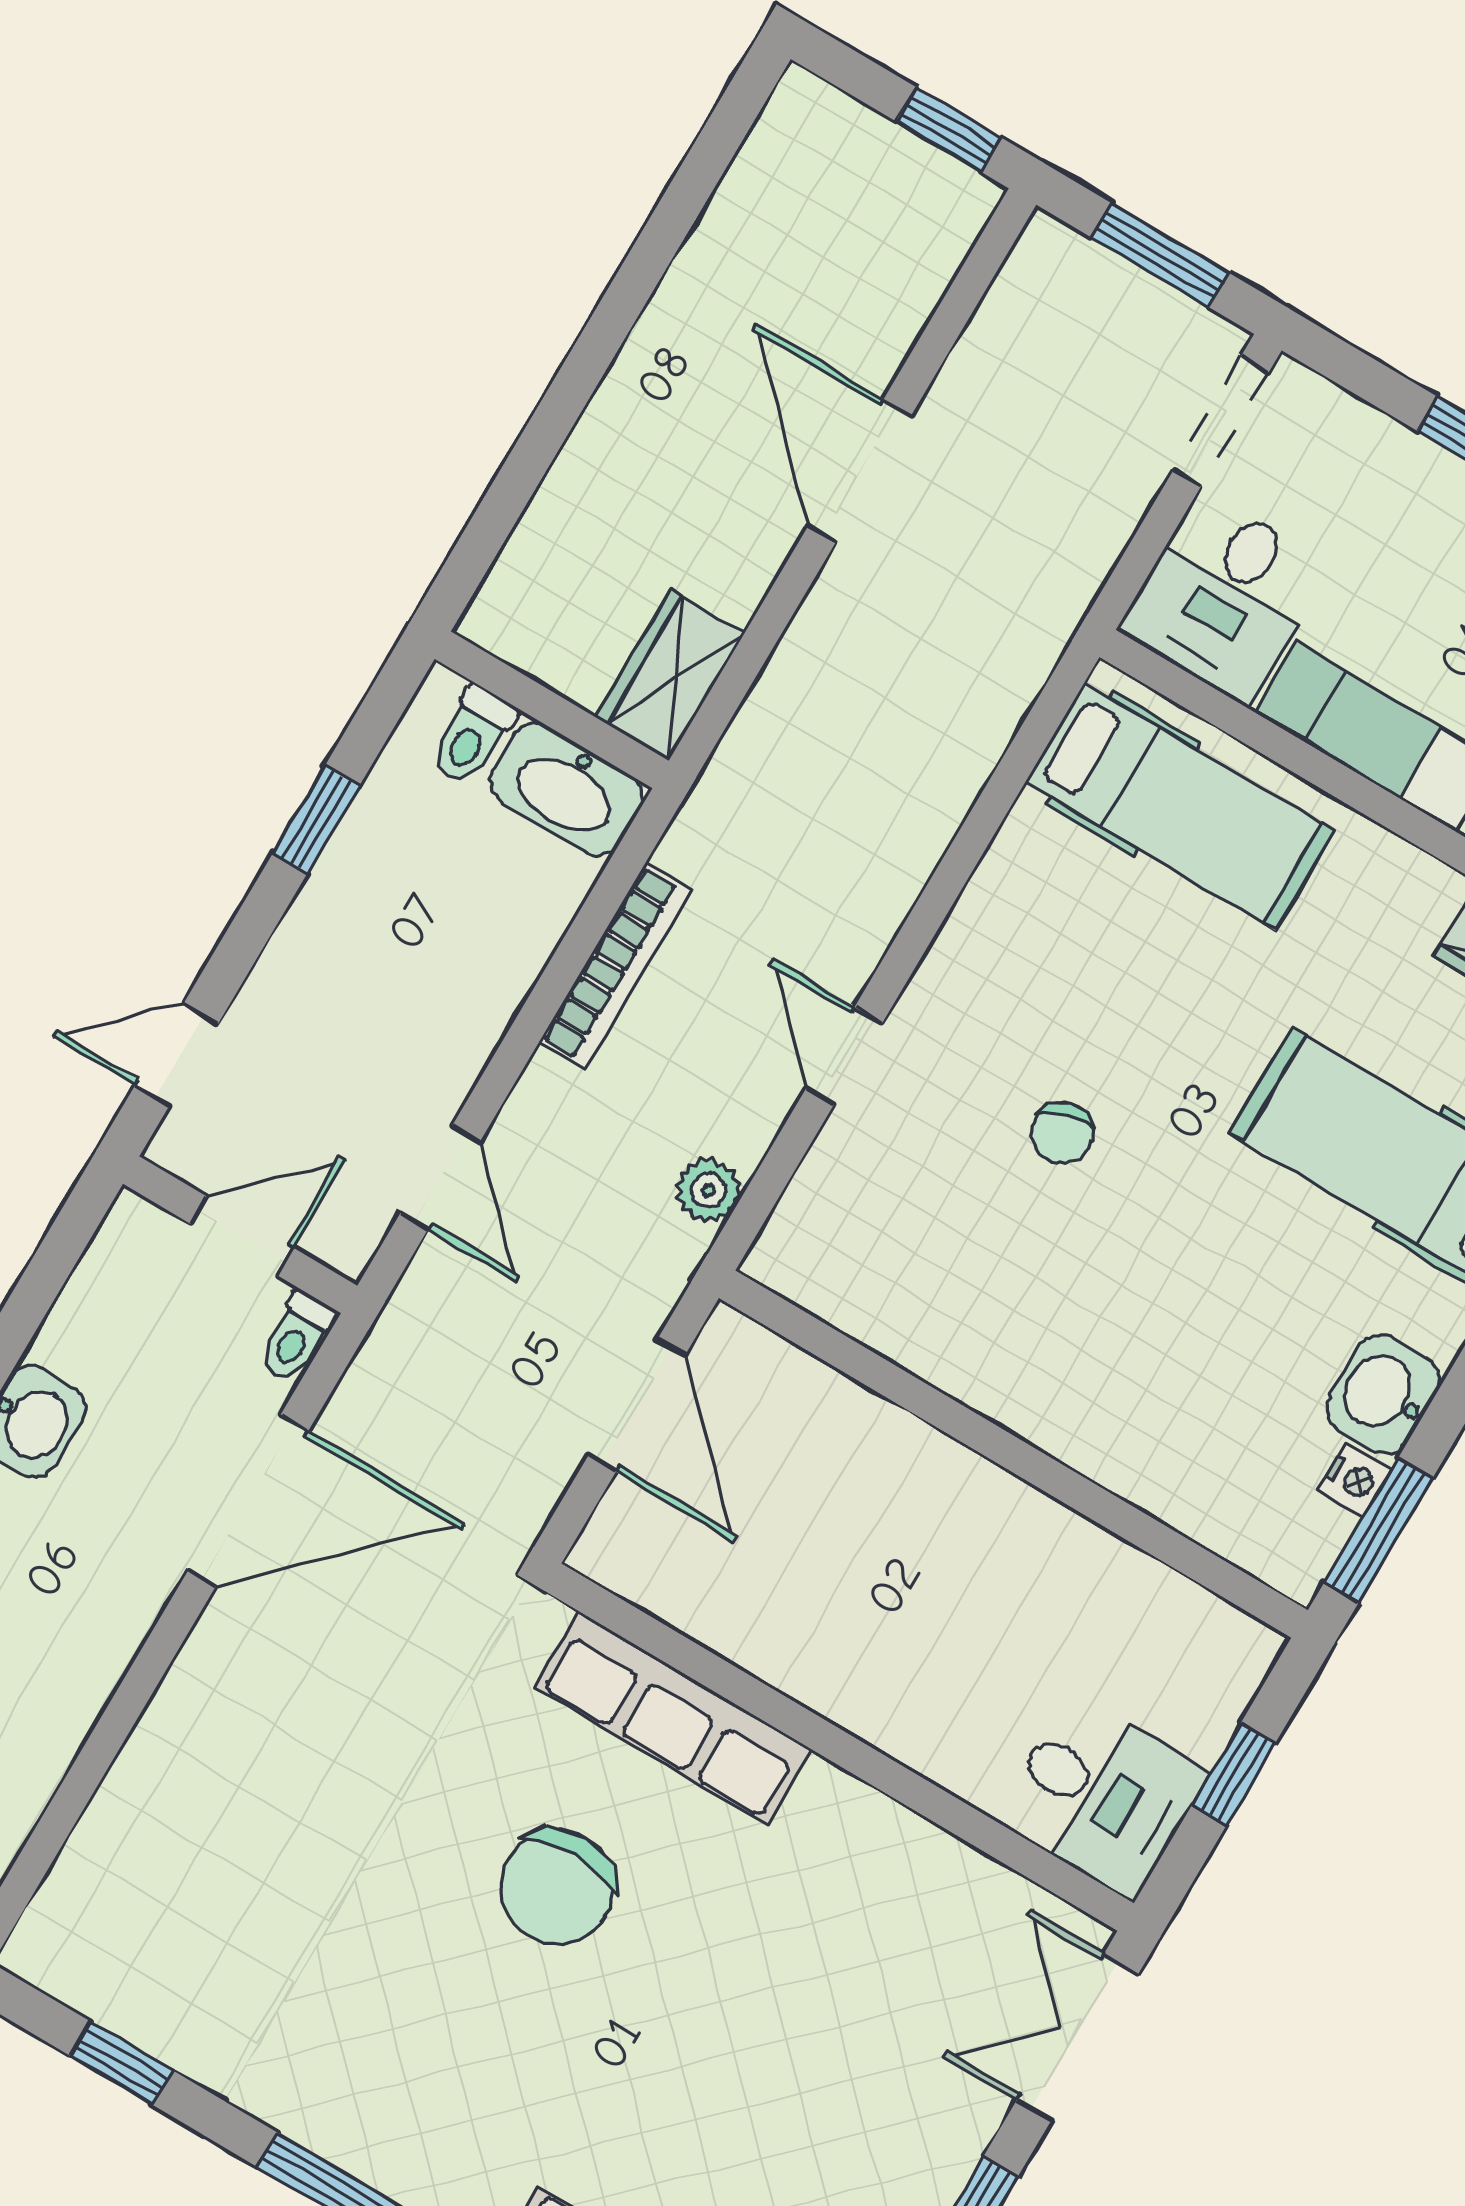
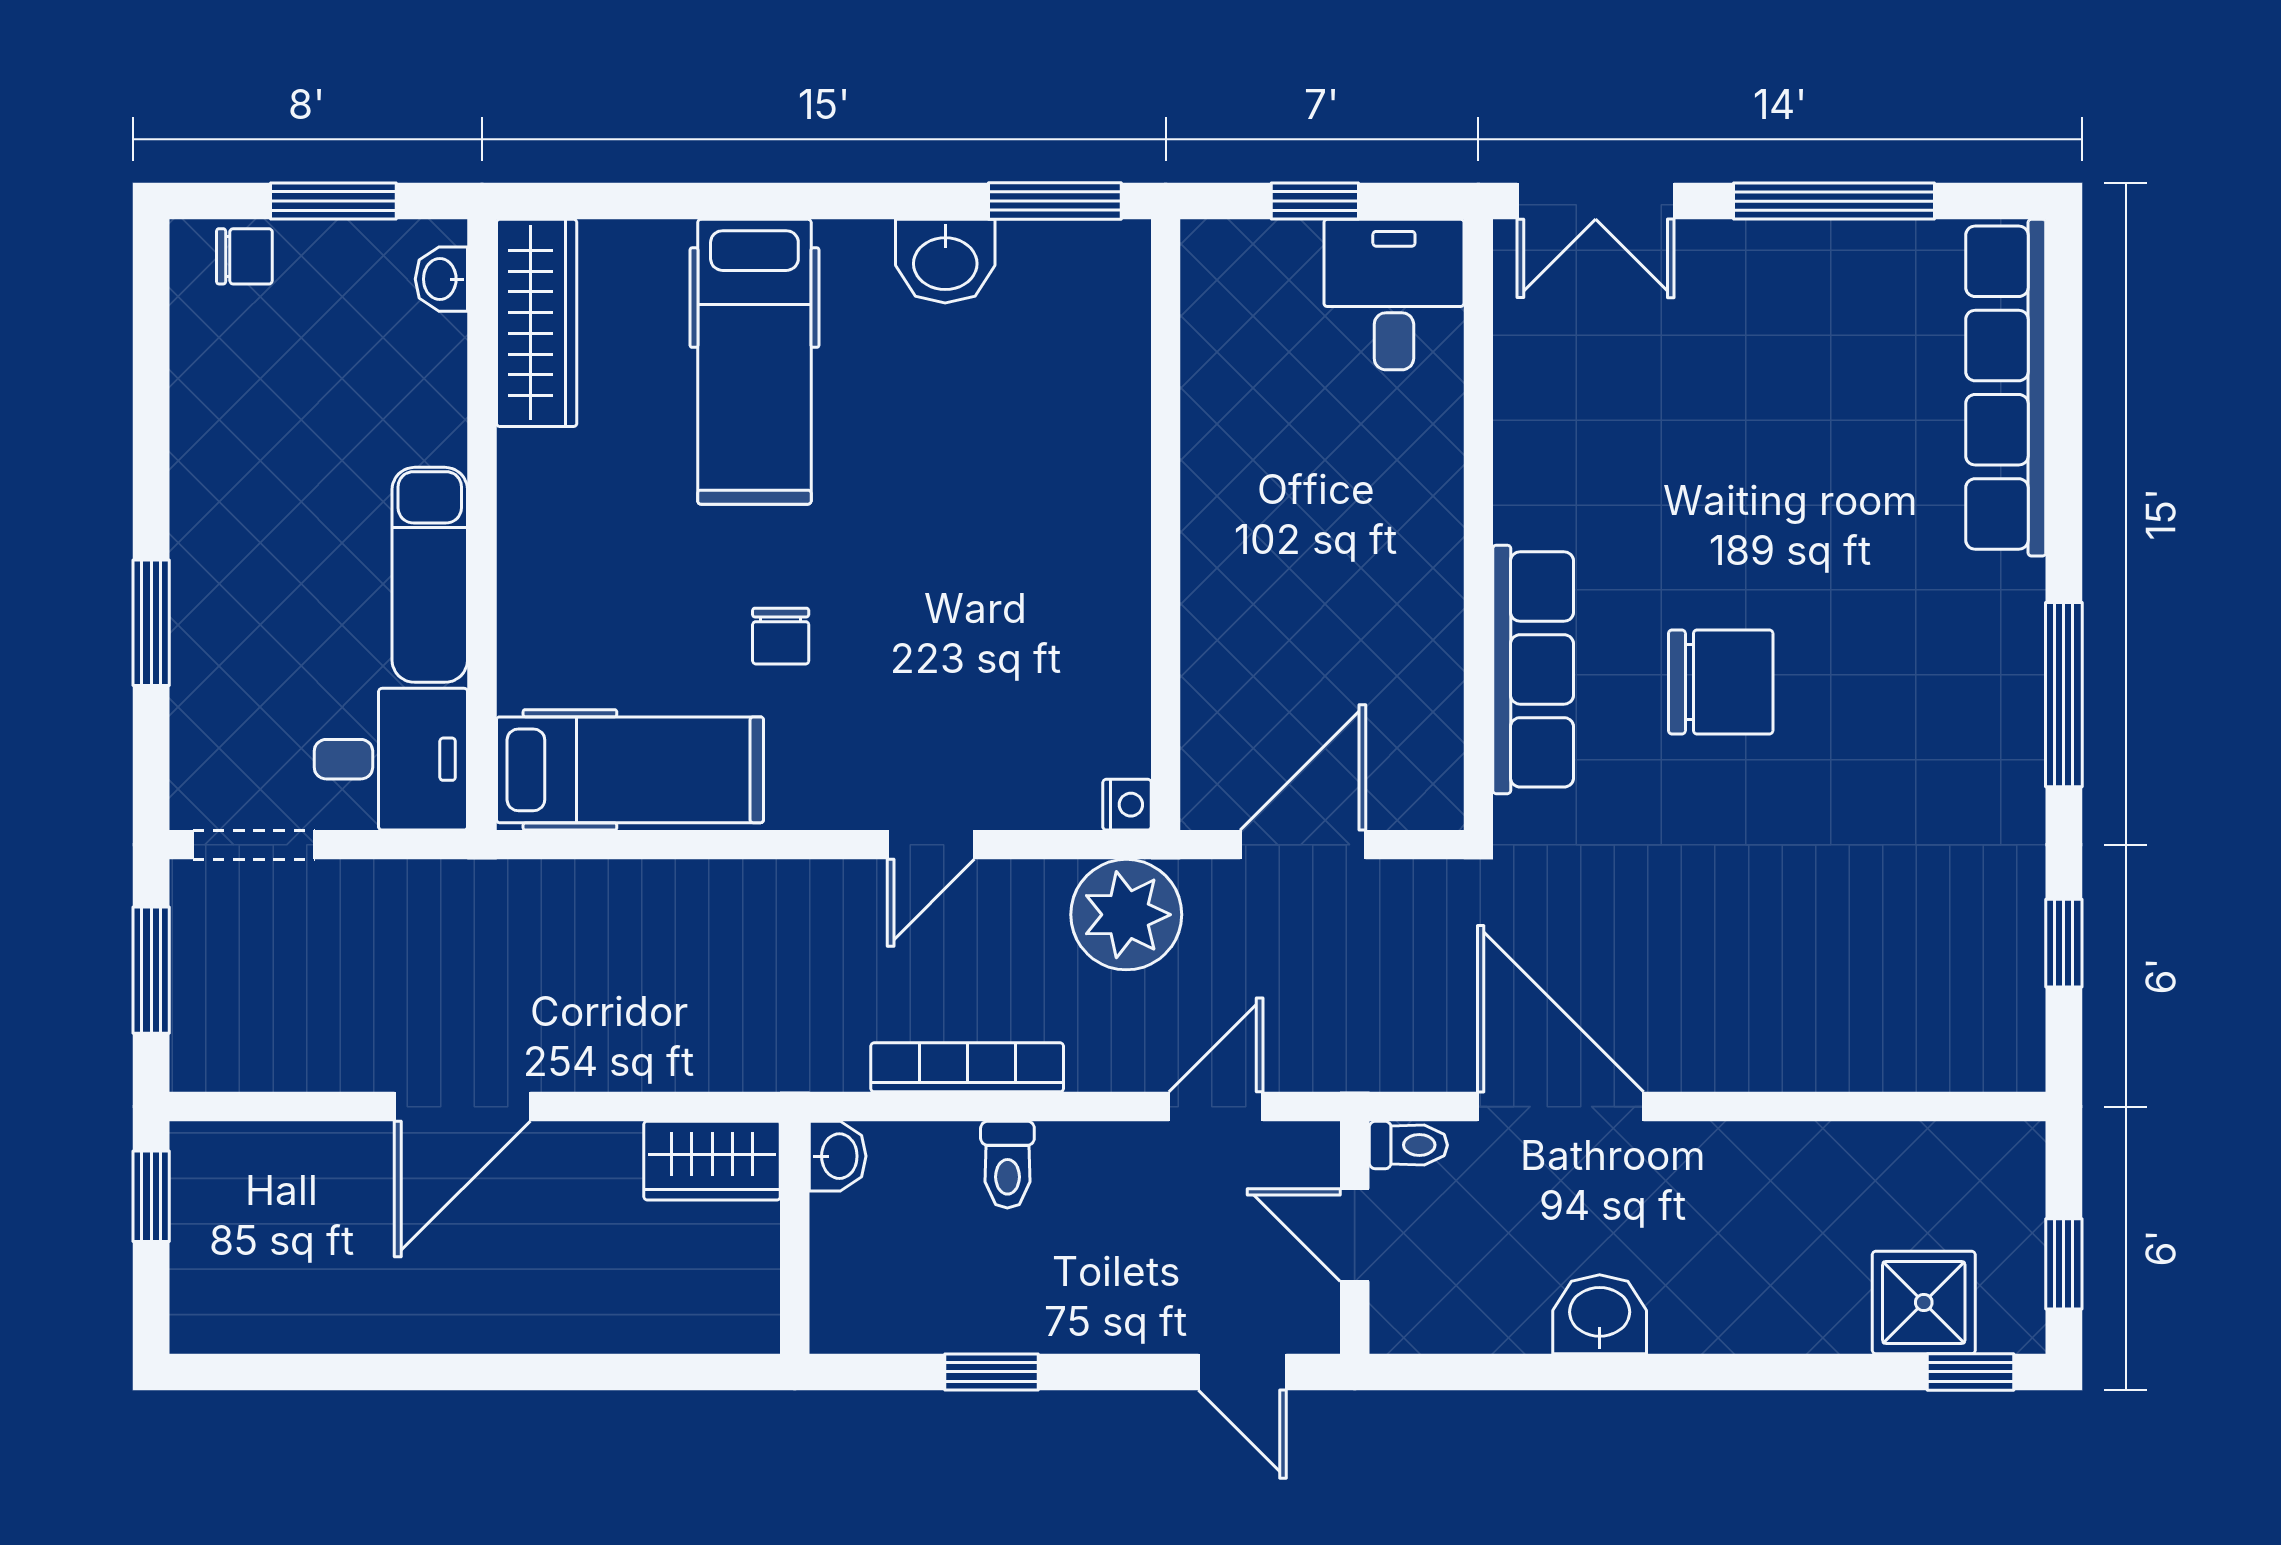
toilet: (472, 736) -> (1007, 1165), moved, turned 90
washbasin: (567, 789) -> (838, 1156), width x0.52, depth x0.69
hospital bed: (1180, 806) -> (630, 770), moved, turned 90
chair: (1063, 1133) -> (781, 636), moved, turned 108
plant: (708, 1190) -> (1126, 915), width x1.88, depth x1.88
nightstand: (1355, 1480) -> (1127, 805), moved, turned 90

